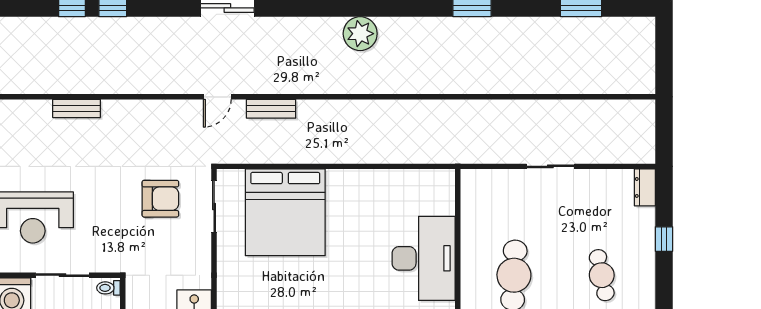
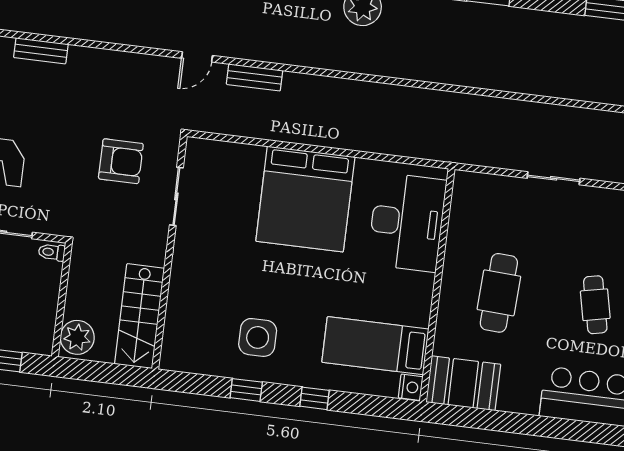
sliding door: (214, 206) -> (176, 196), moved
bed: (285, 212) -> (305, 199), moved
desk: (424, 258) -> (407, 222), moved

